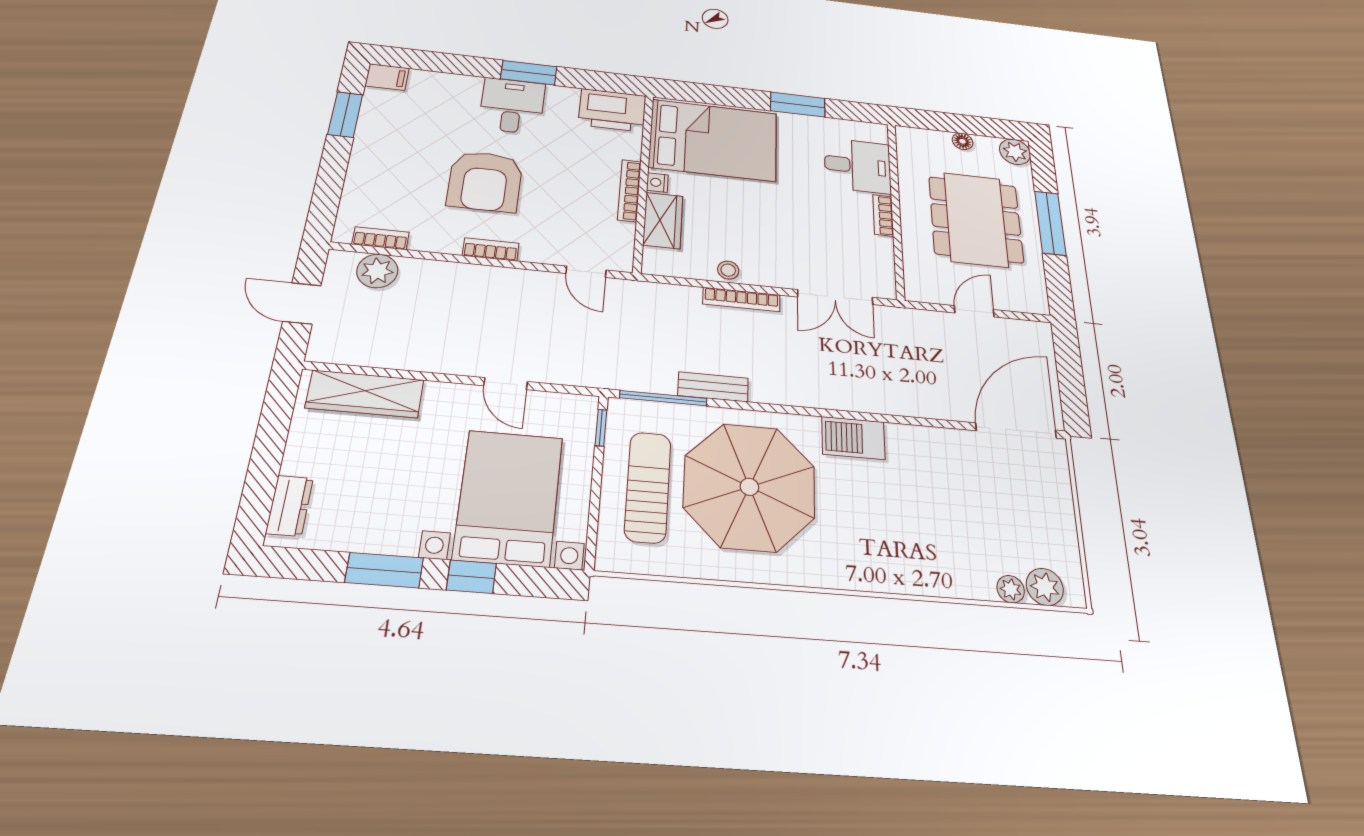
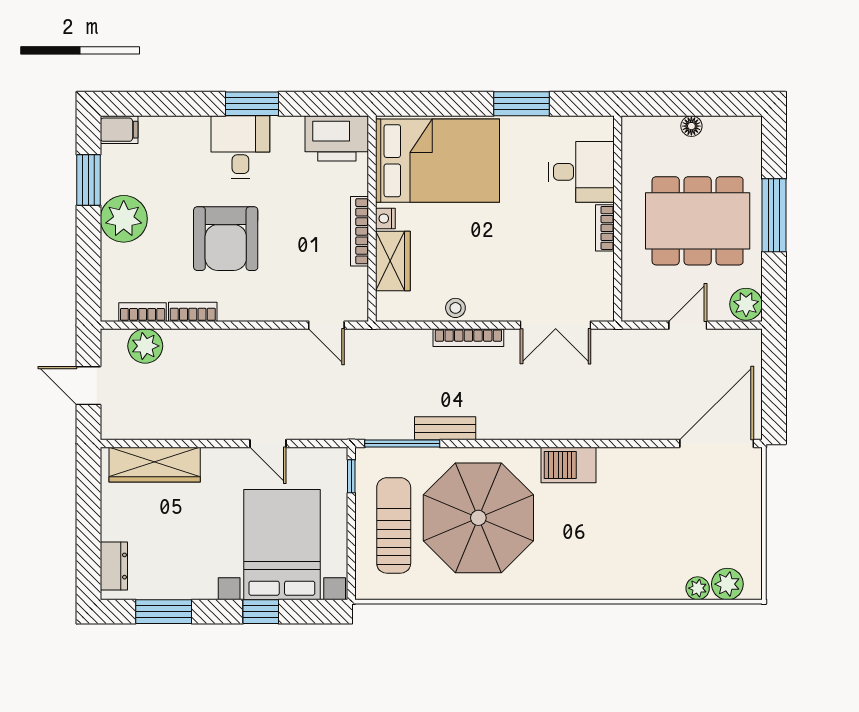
plant: (377, 152) -> (124, 219), added
plant: (1015, 152) -> (746, 304), moved
dining table: (976, 219) -> (698, 221), turned 90
bookcase: (491, 249) -> (193, 312), moved
window: (384, 570) -> (164, 612), moved

